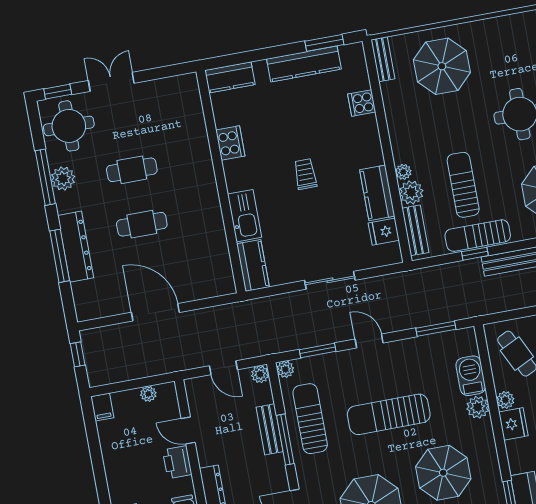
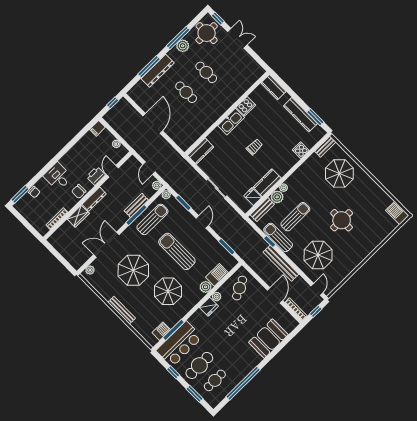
kitchen sink: (245, 216) -> (231, 122), moved

